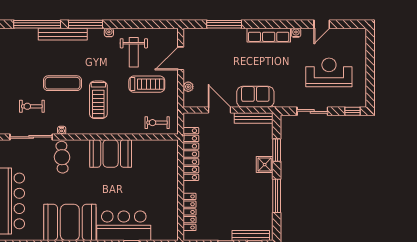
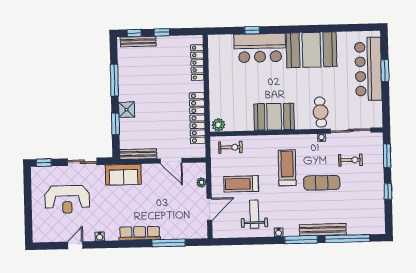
row of seats: (269, 35) -> (140, 233), moved
sofa: (255, 97) -> (123, 175), moved
plant: (169, 146) -> (218, 125), added

